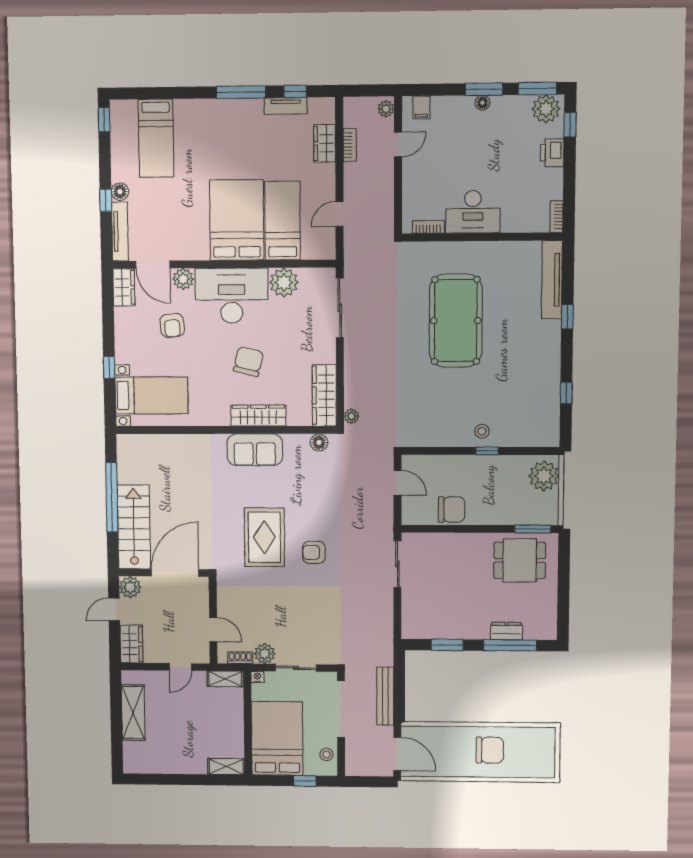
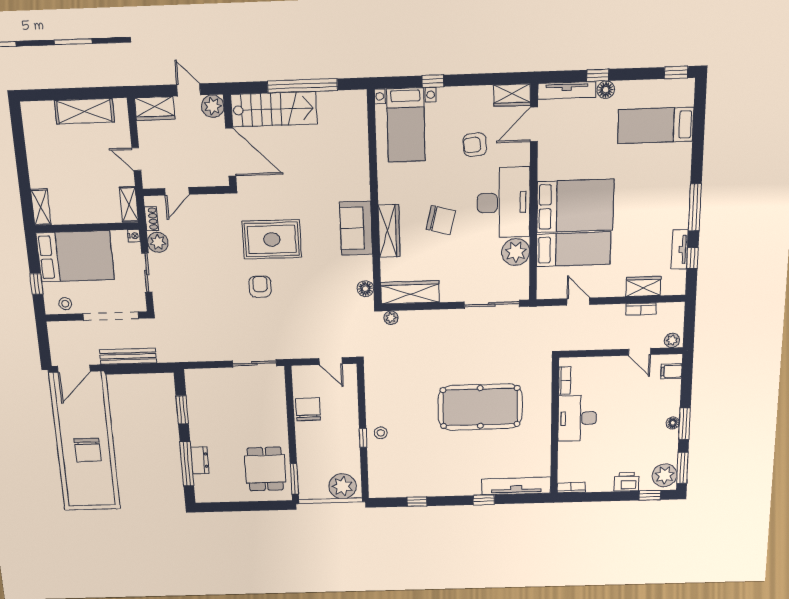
plant: (183, 279) -> (520, 155), removed
door: (398, 483) -> (331, 361), hinge flipped
chair: (452, 510) -> (308, 409), turned 180

